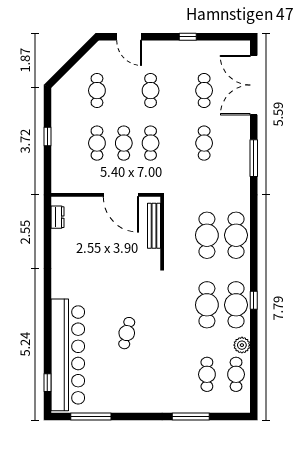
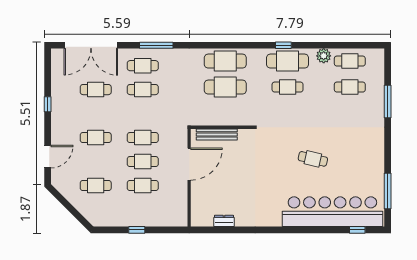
cafe table: (231, 143) -> (143, 66), added
dresser: (57, 217) -> (224, 221), moved
cafe table: (207, 305) -> (288, 87), width x0.73, depth x0.74

